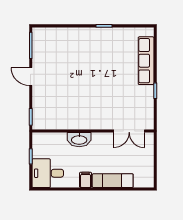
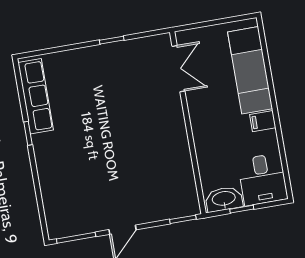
row of seats: (146, 61) -> (36, 96), moved, turned -90
washbasin: (79, 140) -> (224, 199), moved, turned -90
exam couch: (113, 181) -> (250, 70), width x1.36, depth x1.45

